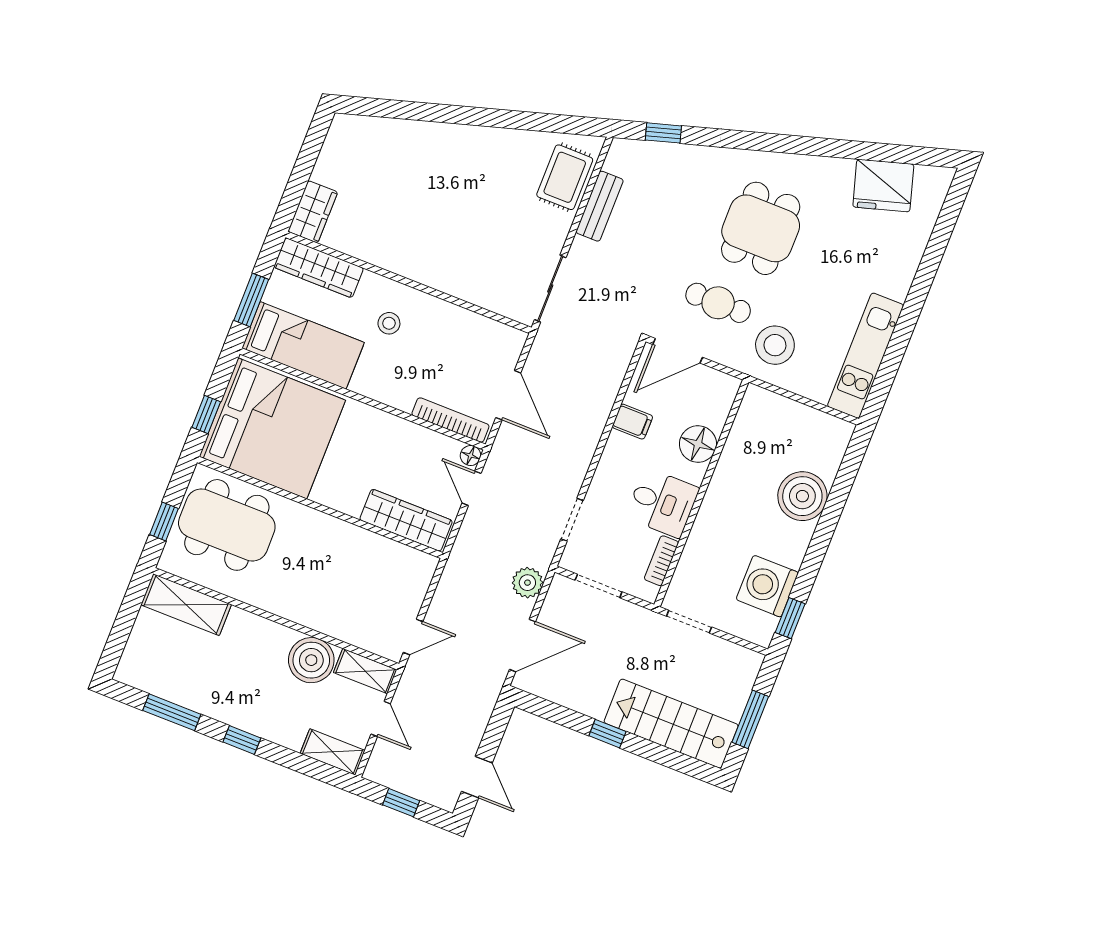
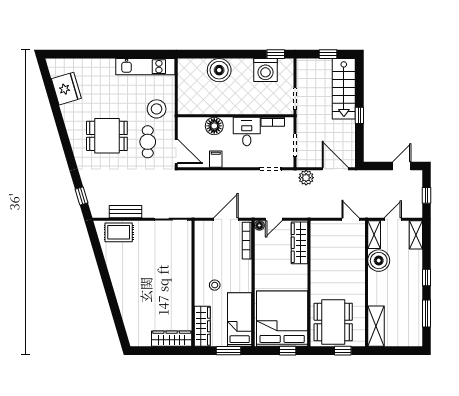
wardrobe: (313, 212) -> (172, 339), width x1.50
window: (750, 719) -> (328, 54), width x0.67

